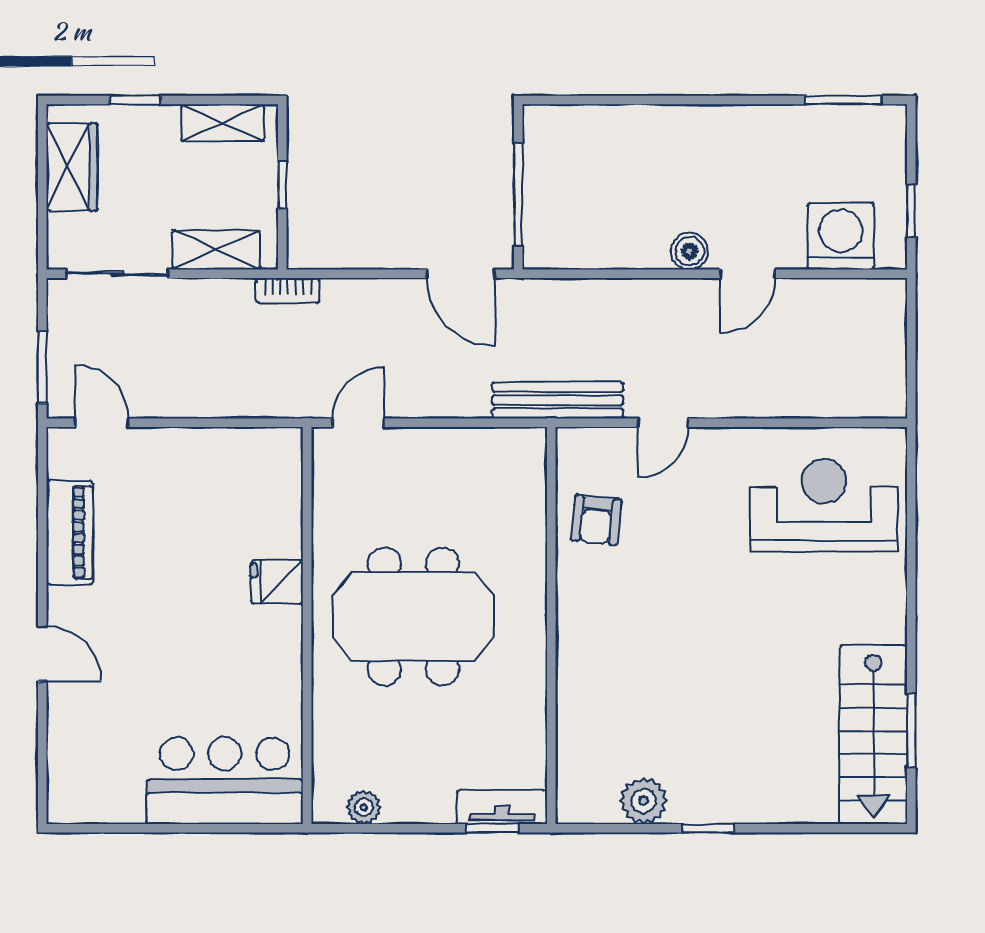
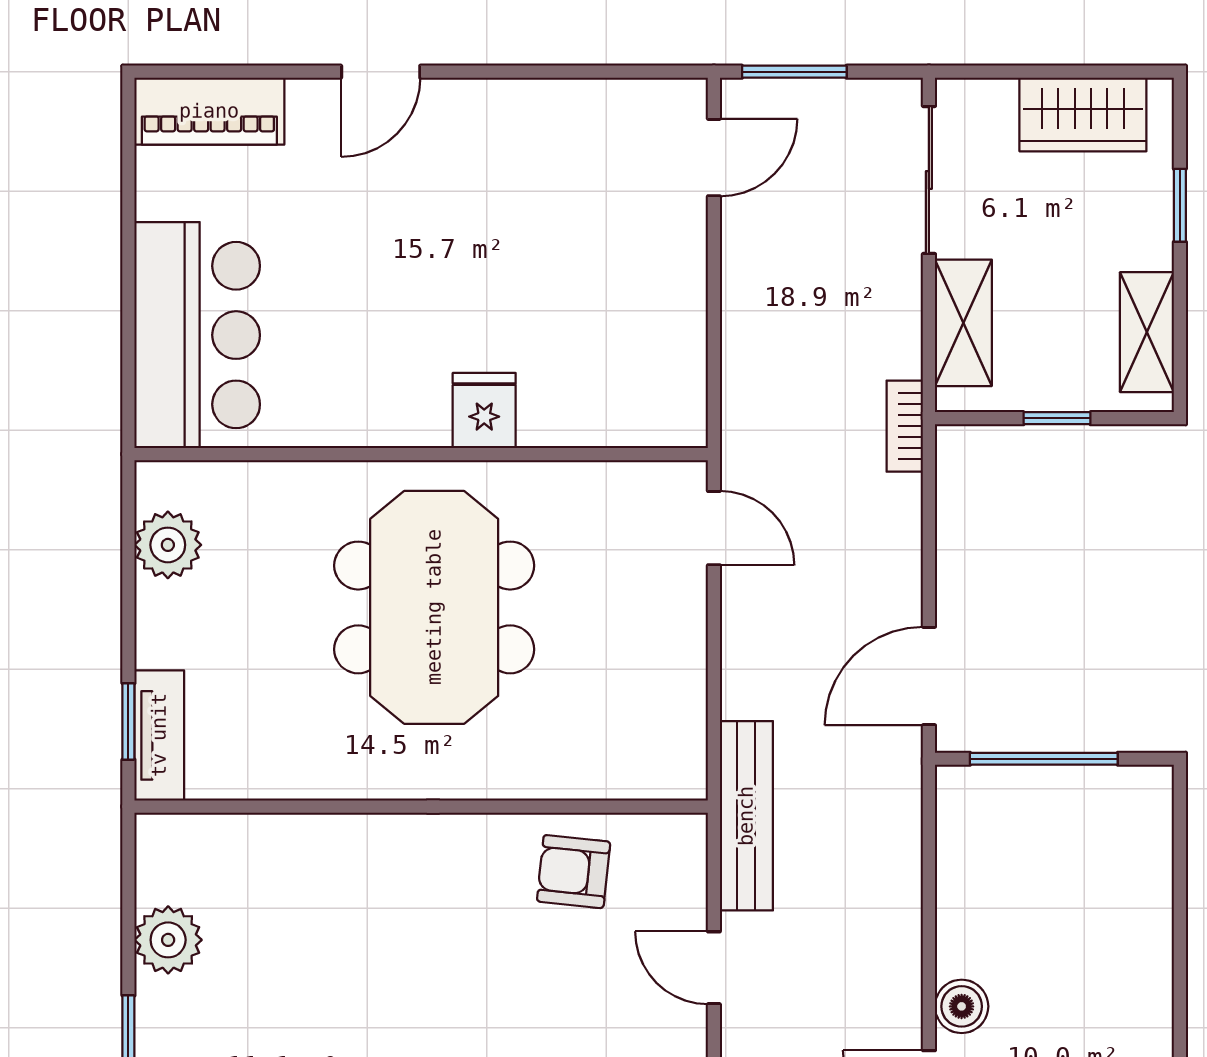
piano: (70, 532) -> (209, 111), moved
plant: (364, 807) -> (168, 545), width x1.38, depth x1.38

